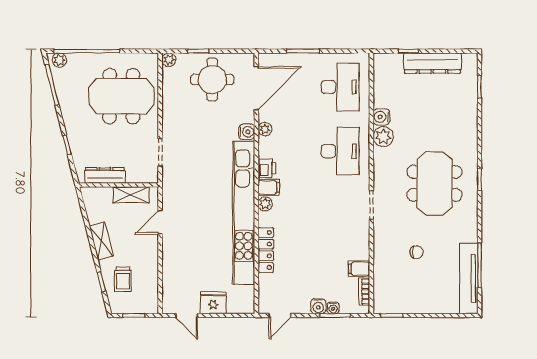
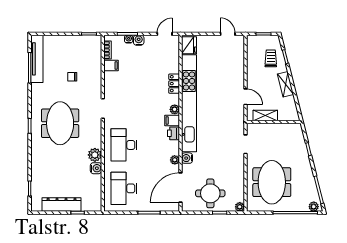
meeting table: (121, 96) -> (272, 182), turned 90
dresser: (105, 175) -> (283, 129), removed
door: (160, 222) -> (246, 97), hinge flipped
locker: (266, 250) -> (174, 84), width x0.66
fridge: (213, 303) -> (189, 45), moved, turned -90

